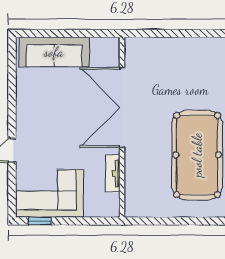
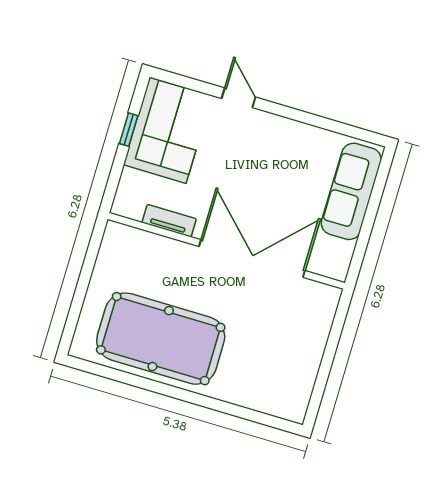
window: (40, 221) -> (129, 130), moved

